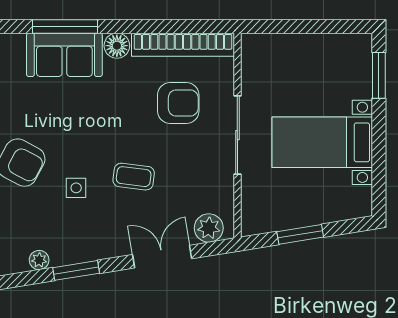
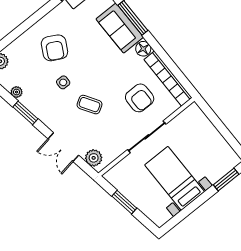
coffee table: (134, 177) -> (89, 105), turned -39
double door: (162, 257) -> (63, 147), swing flipped

